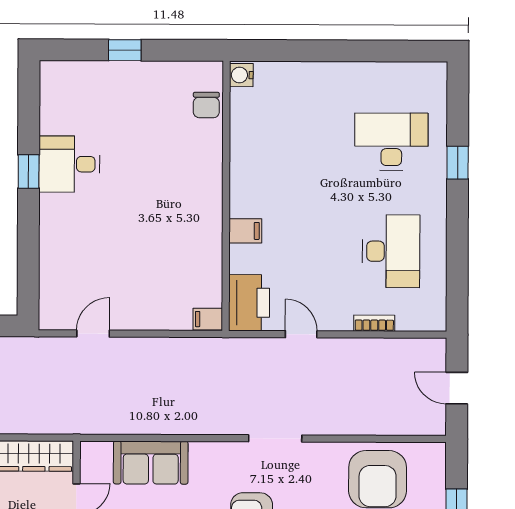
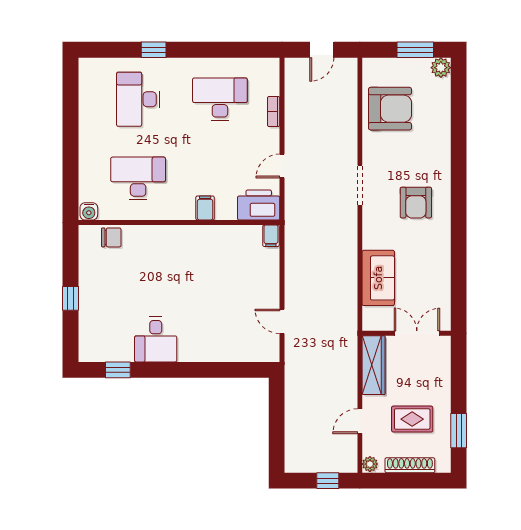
desk: (285, 141) -> (138, 178), added
window: (29, 172) -> (118, 370), moved

